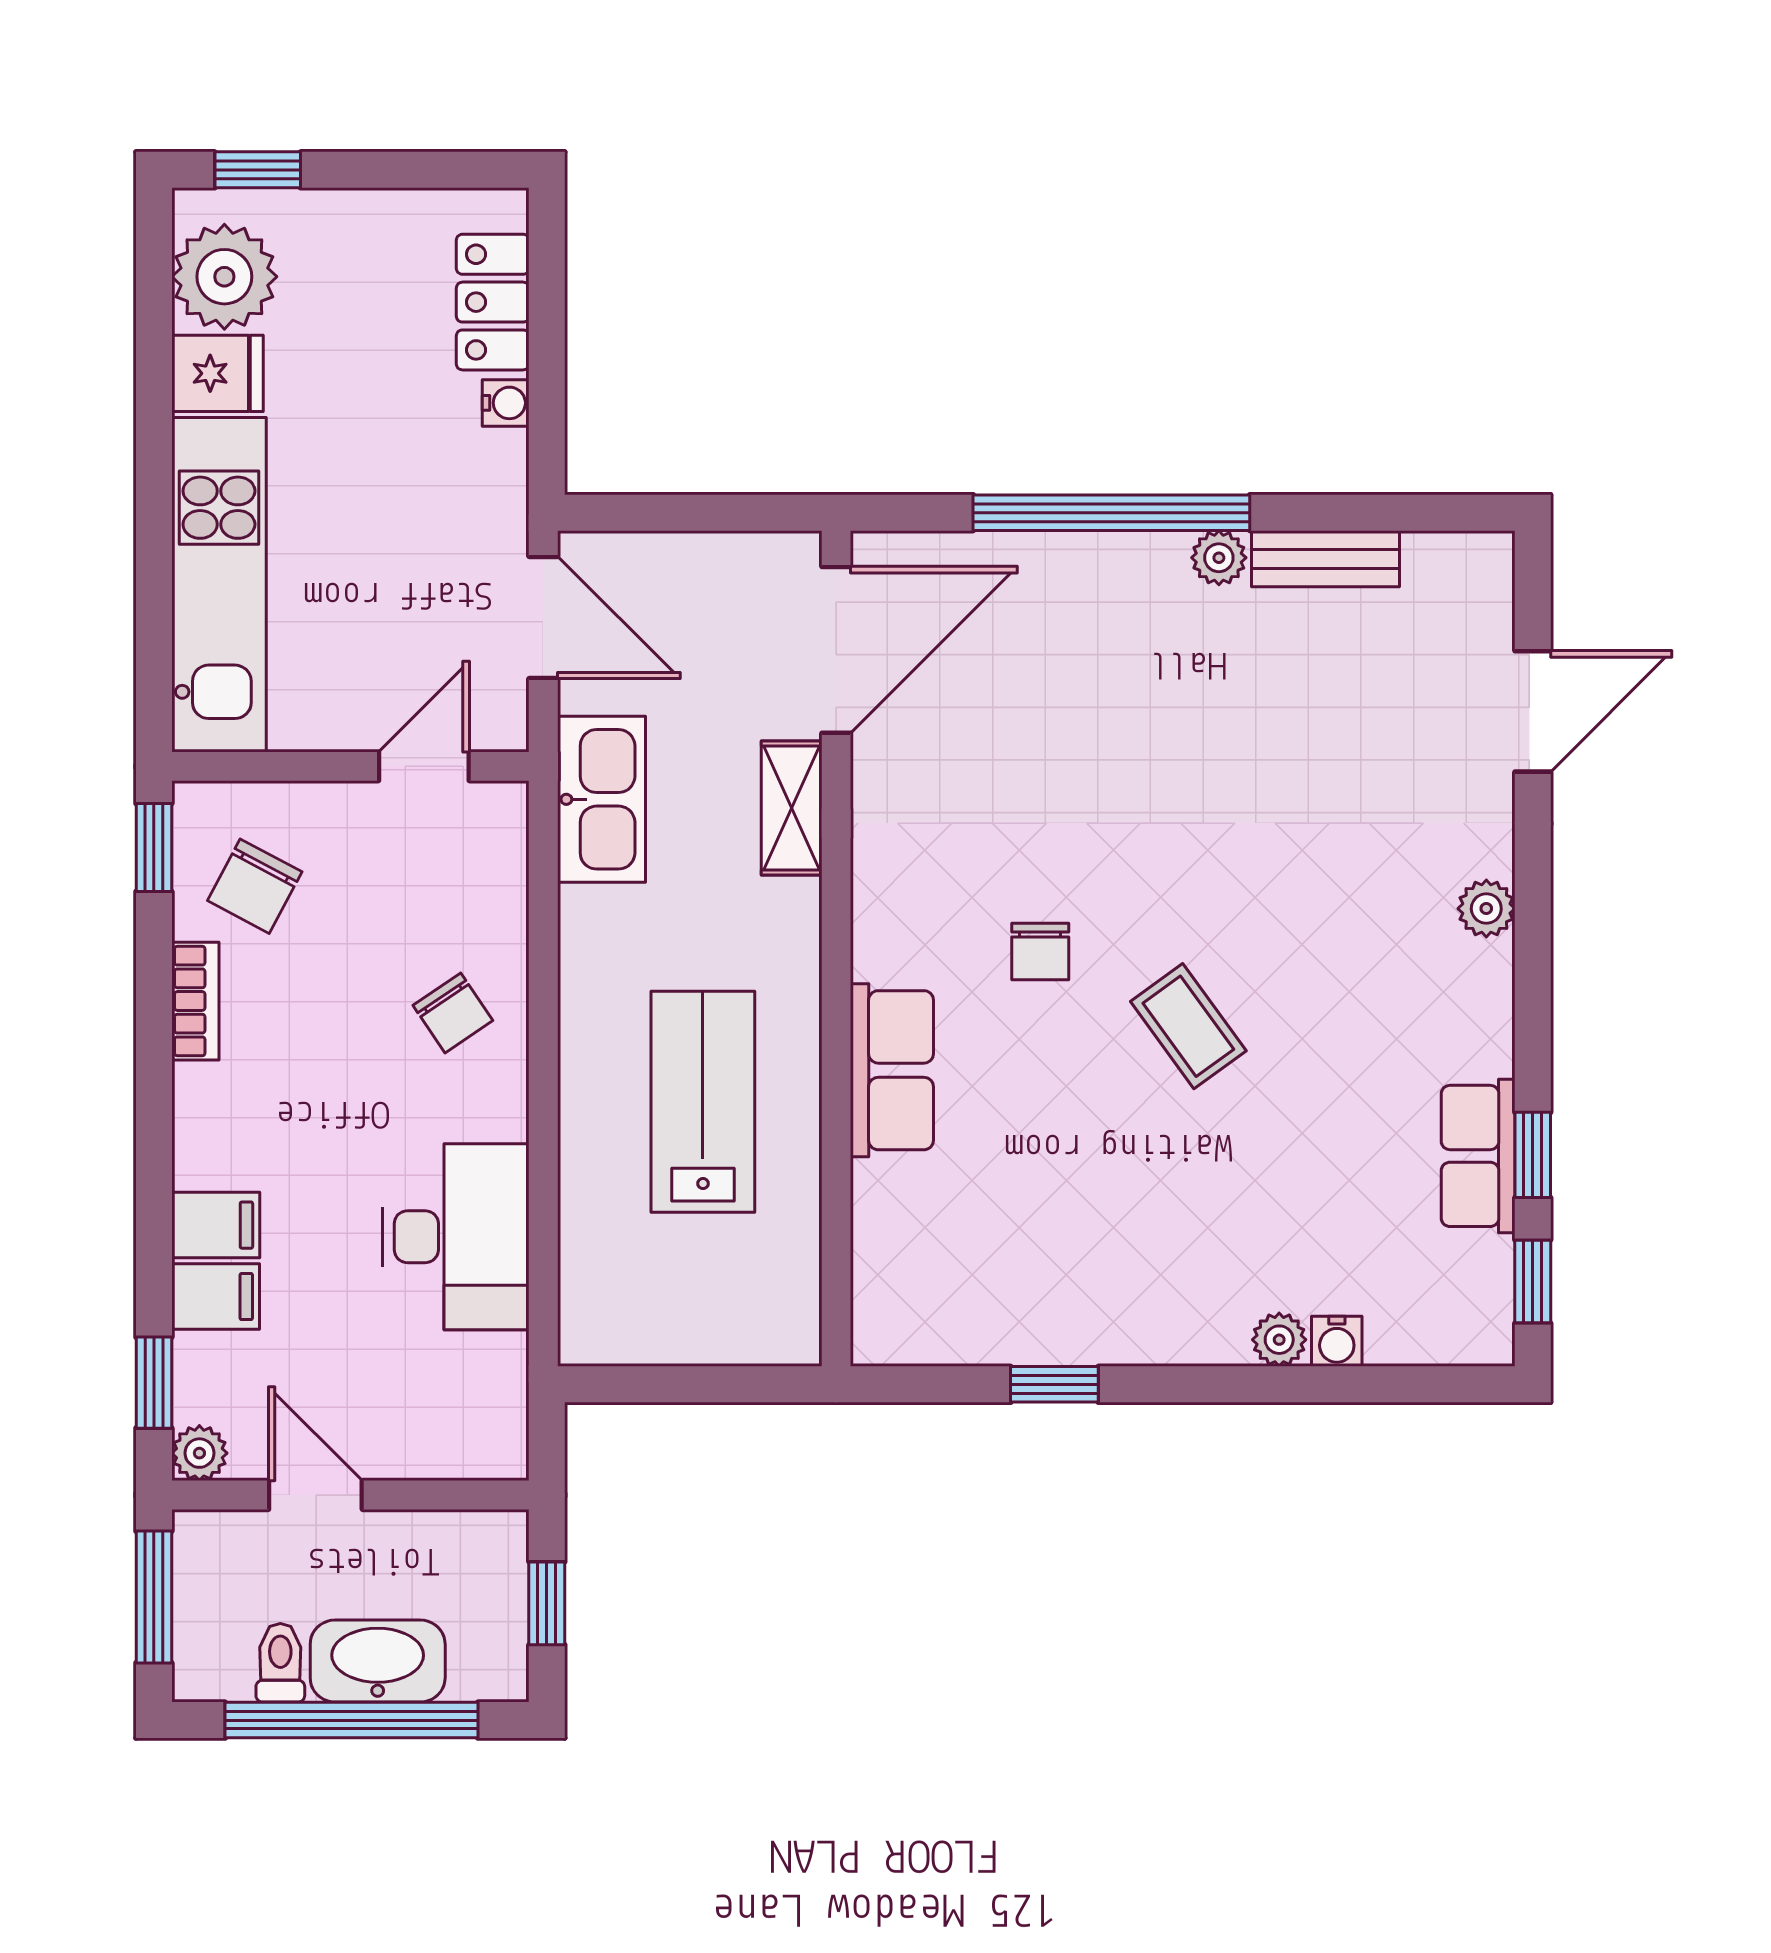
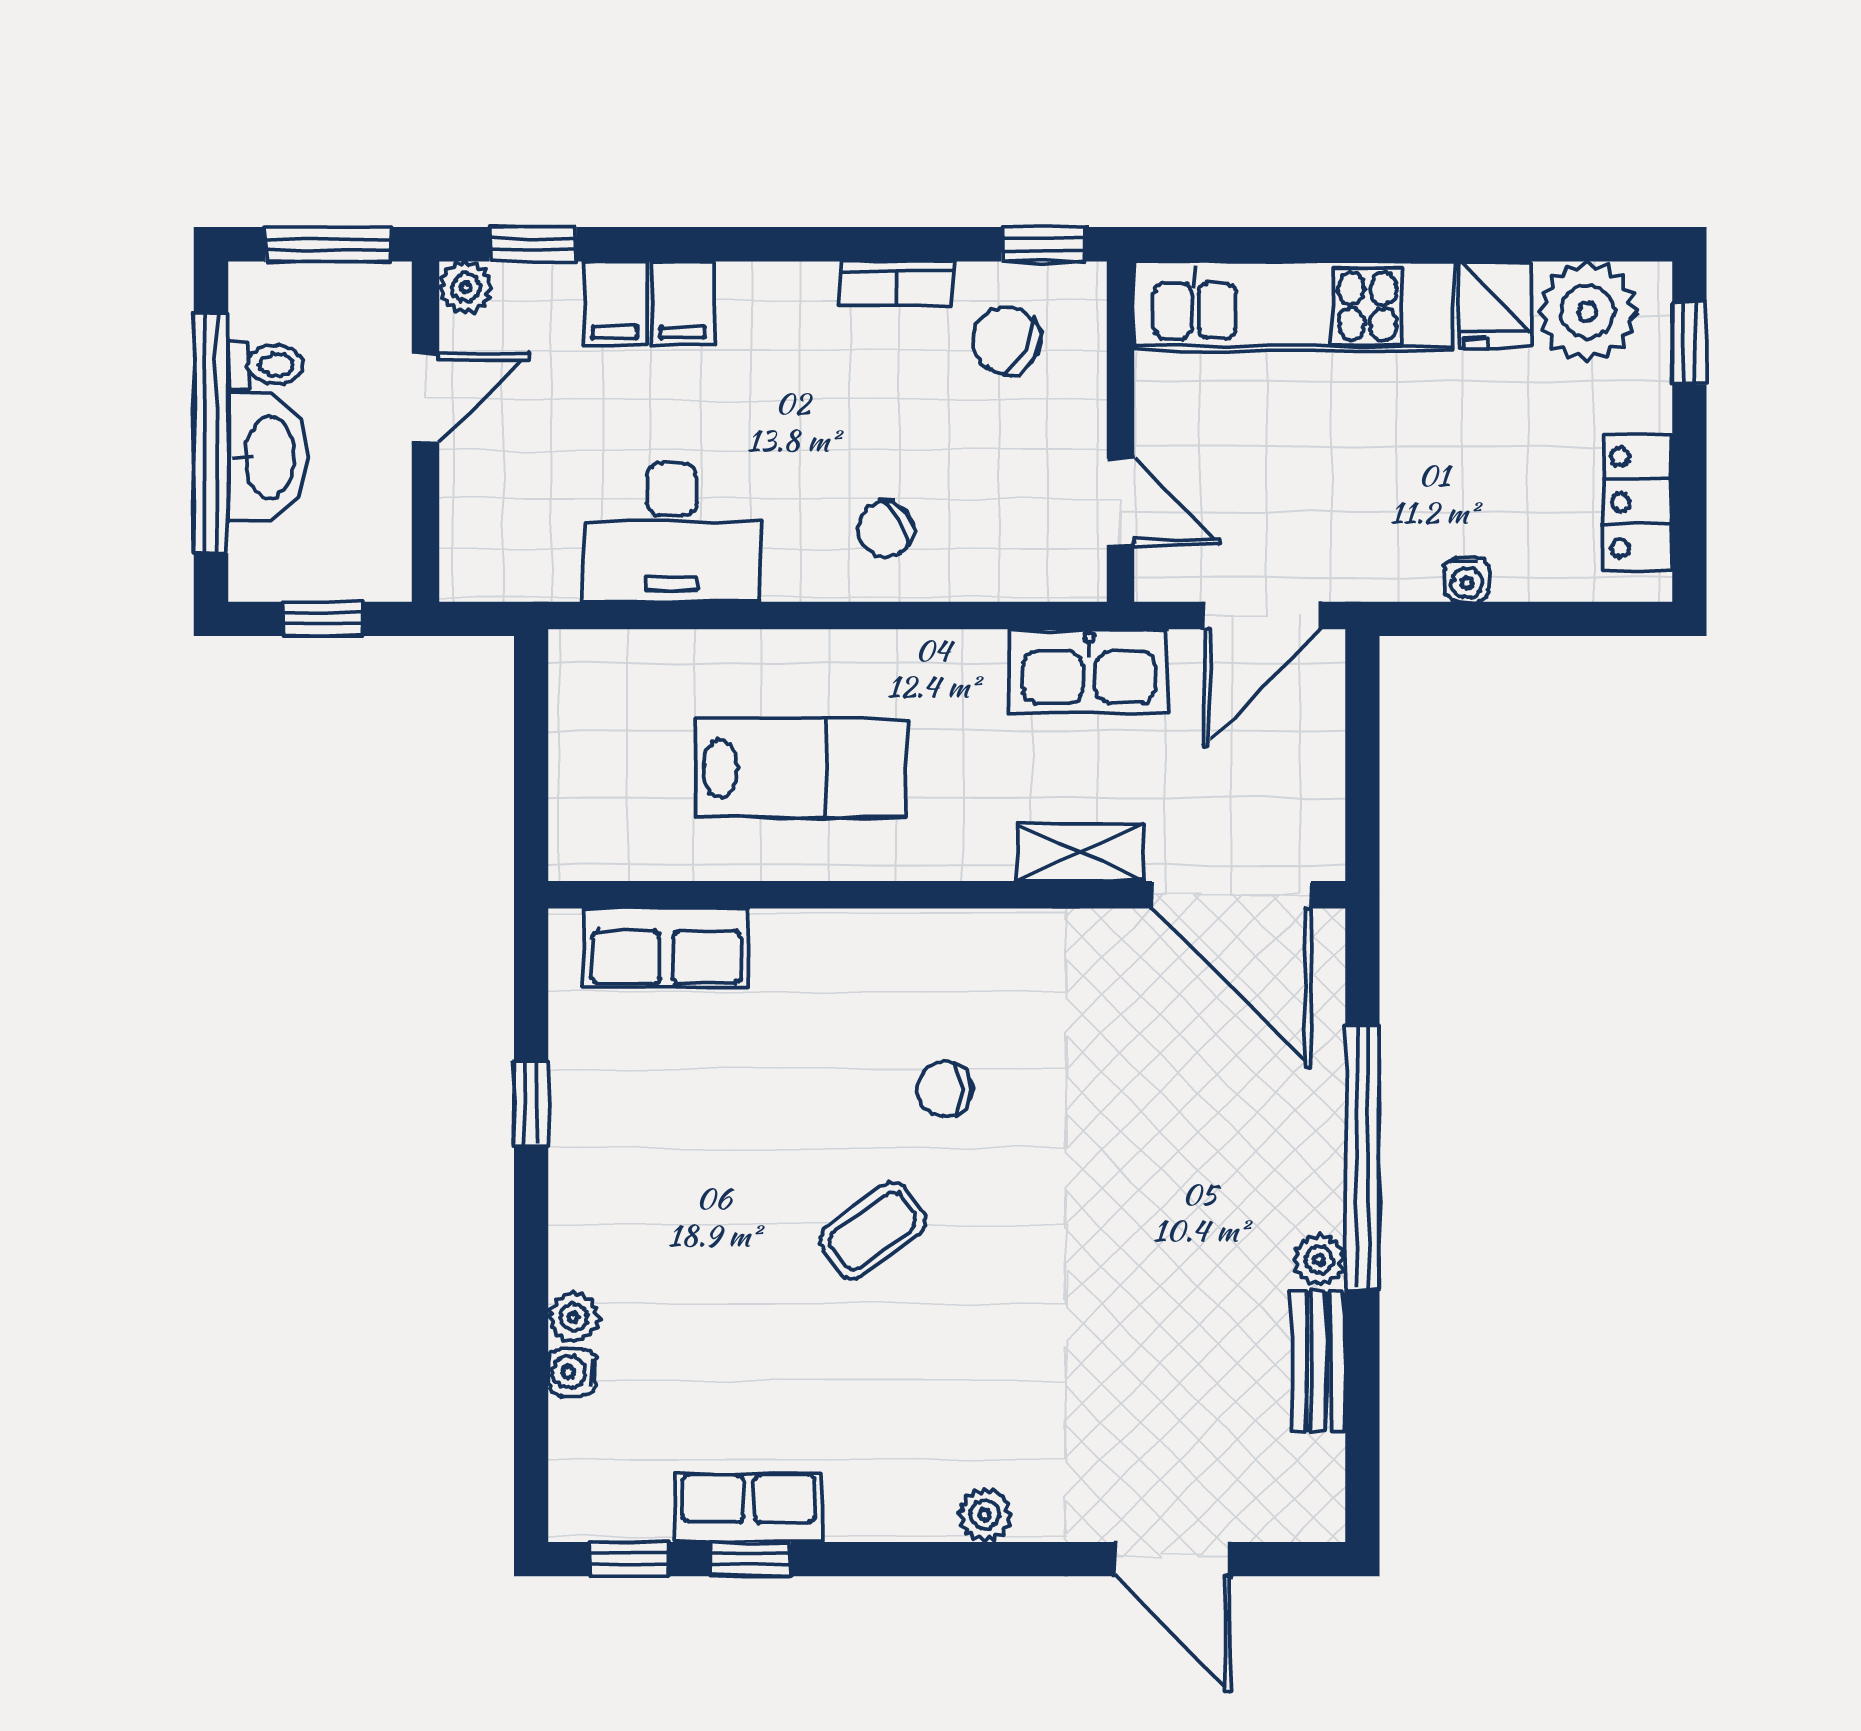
locker: (493, 302) -> (1638, 502), moved, turned -90
row of seats: (892, 1070) -> (666, 948), moved

